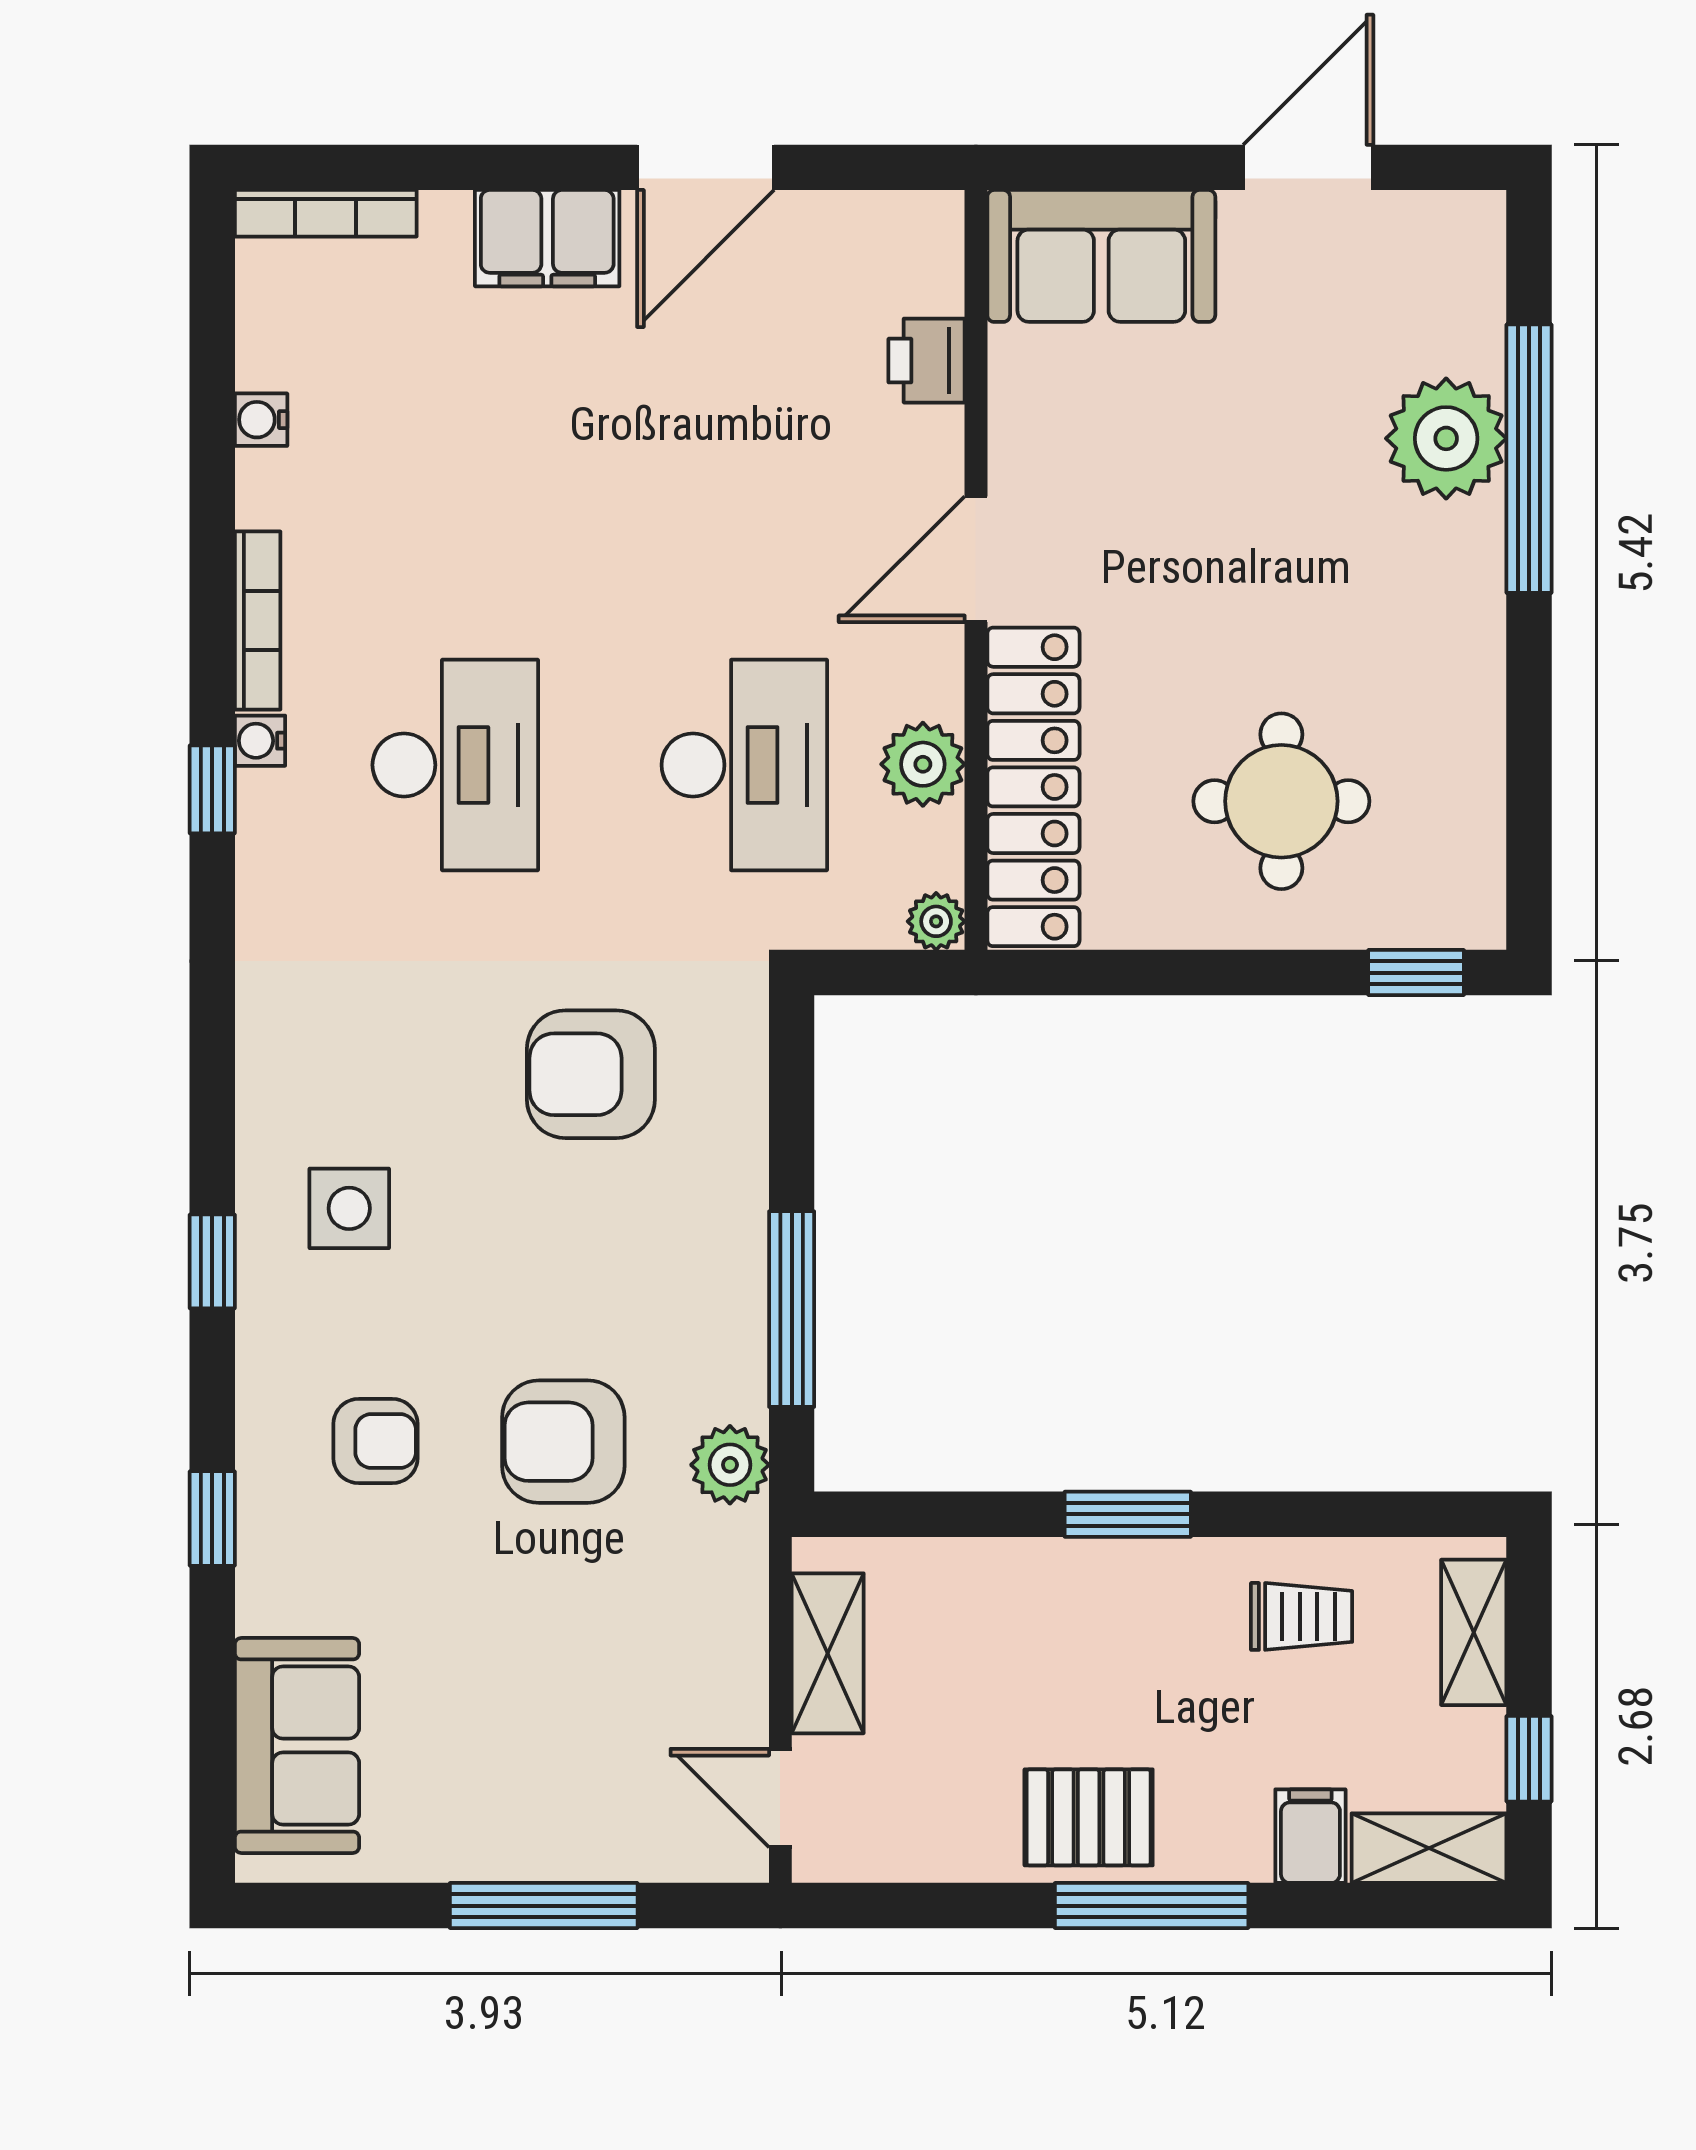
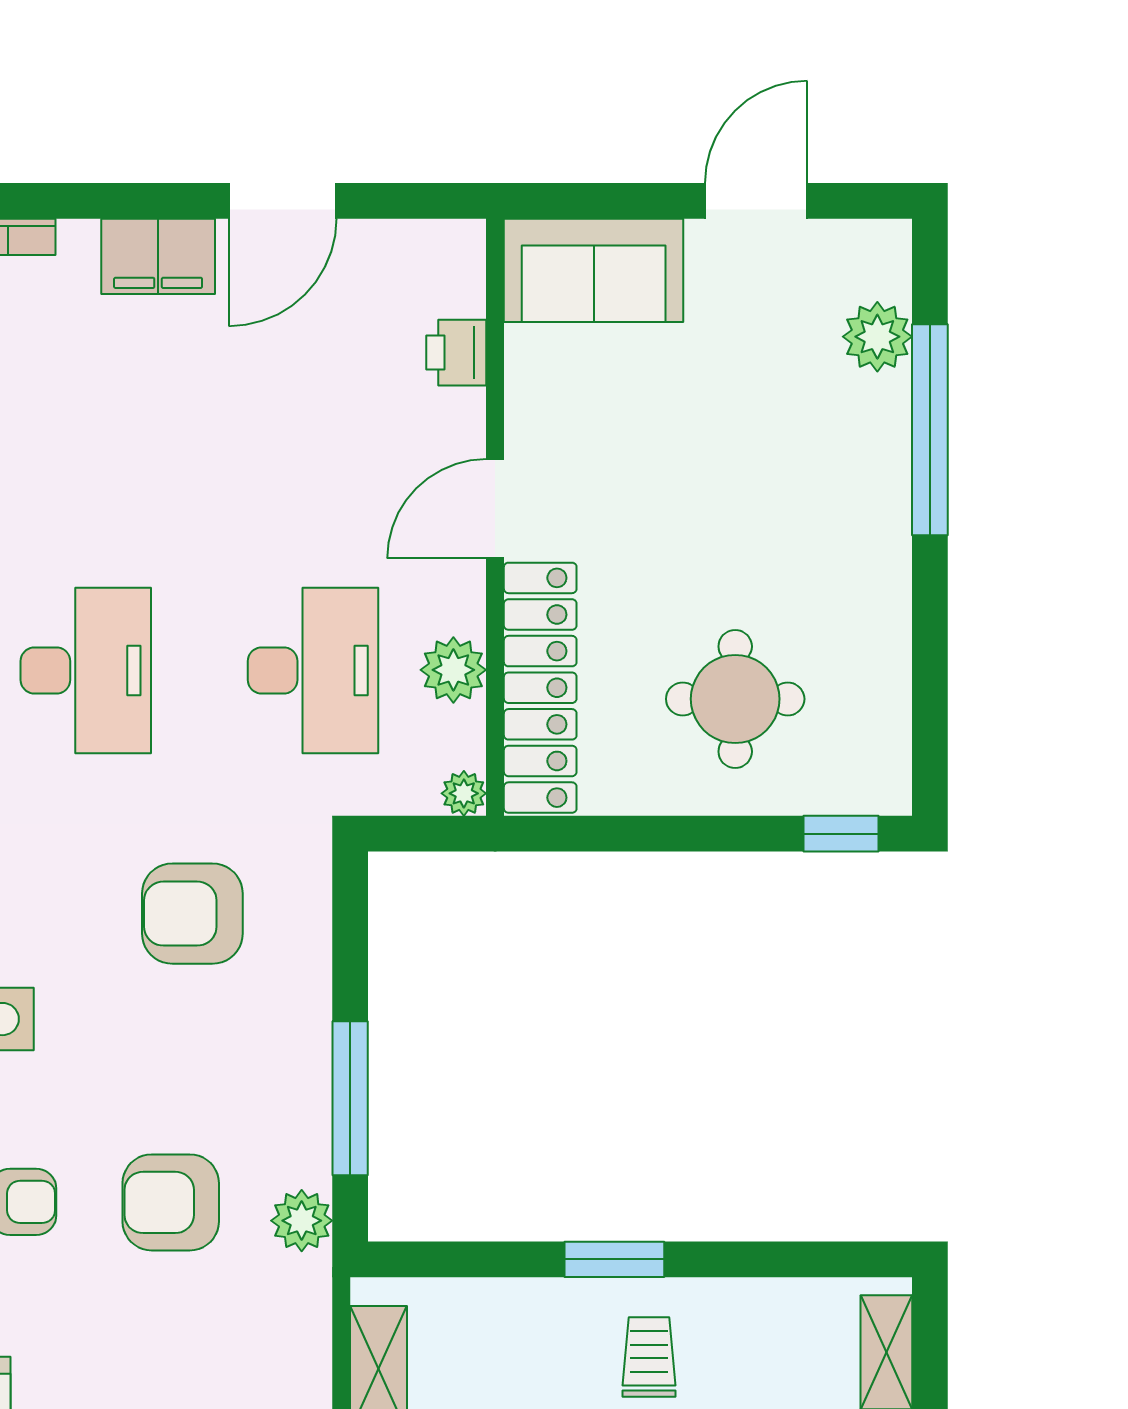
plant: (1446, 438) -> (877, 337), moved, width x0.73, depth x0.73
trolley: (1302, 1616) -> (649, 1357), moved, turned -90

